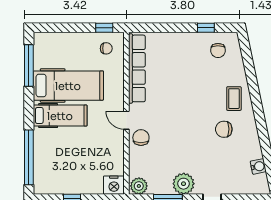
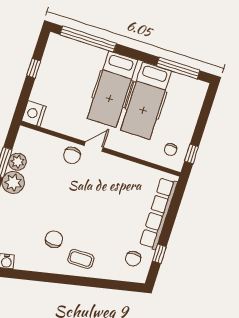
chair: (218, 50) -> (133, 259), turned -90
row of seats: (137, 68) -> (159, 213), moved, turned 90
hospital bed: (60, 116) -> (112, 89), width x1.37, depth x1.29
chair: (141, 138) -> (72, 155), turned 90
plant: (139, 186) -> (17, 162), moved

